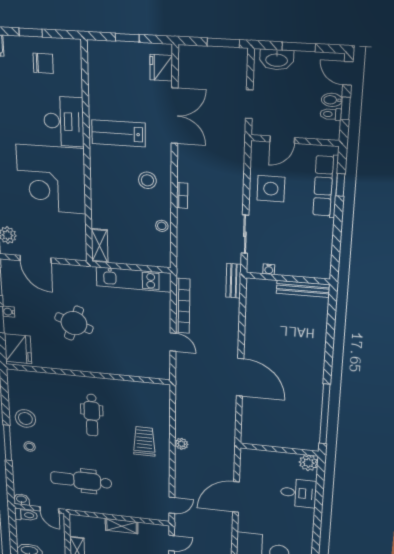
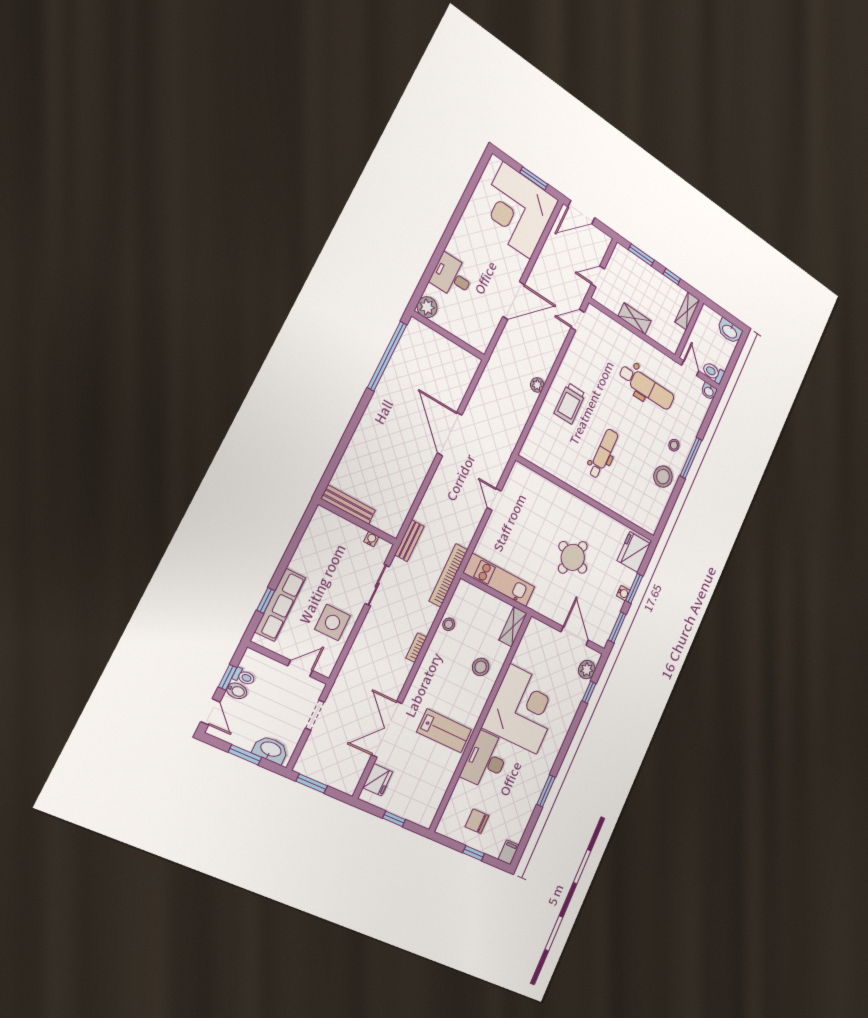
stool: (147, 180) -> (481, 667), moved
bookcase: (183, 306) -> (448, 575), moved

